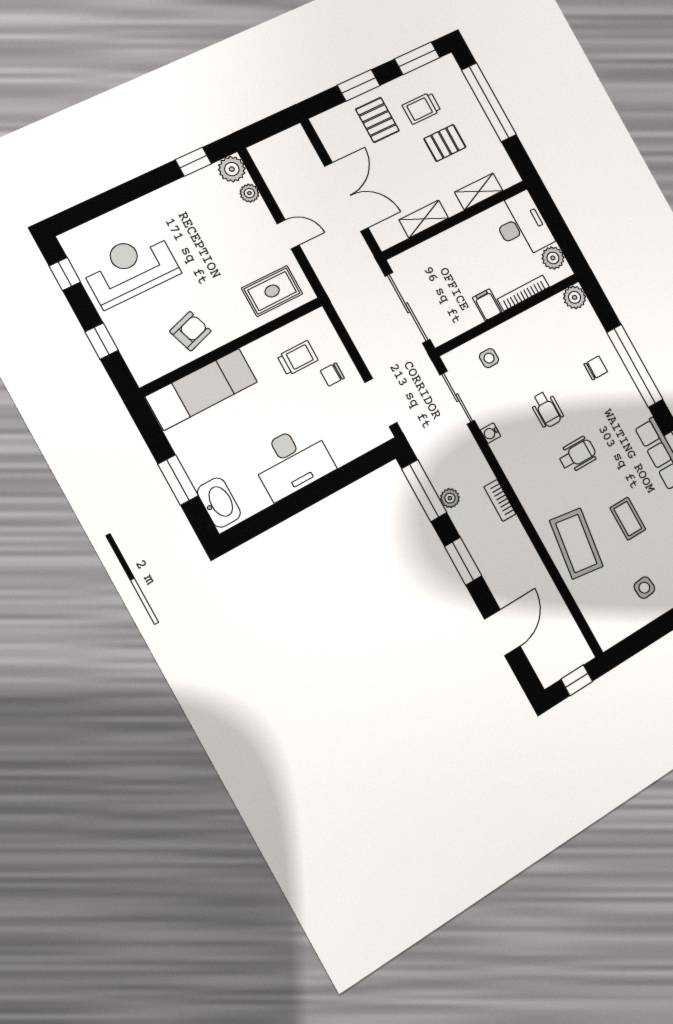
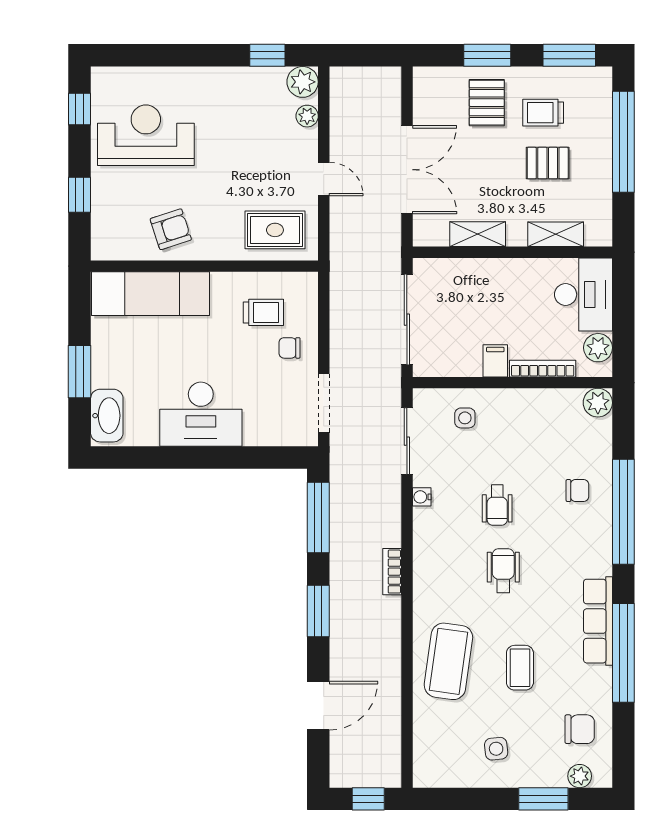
wheelchair: (577, 455) -> (503, 571), turned -90
plant: (450, 498) -> (341, 540), removed

